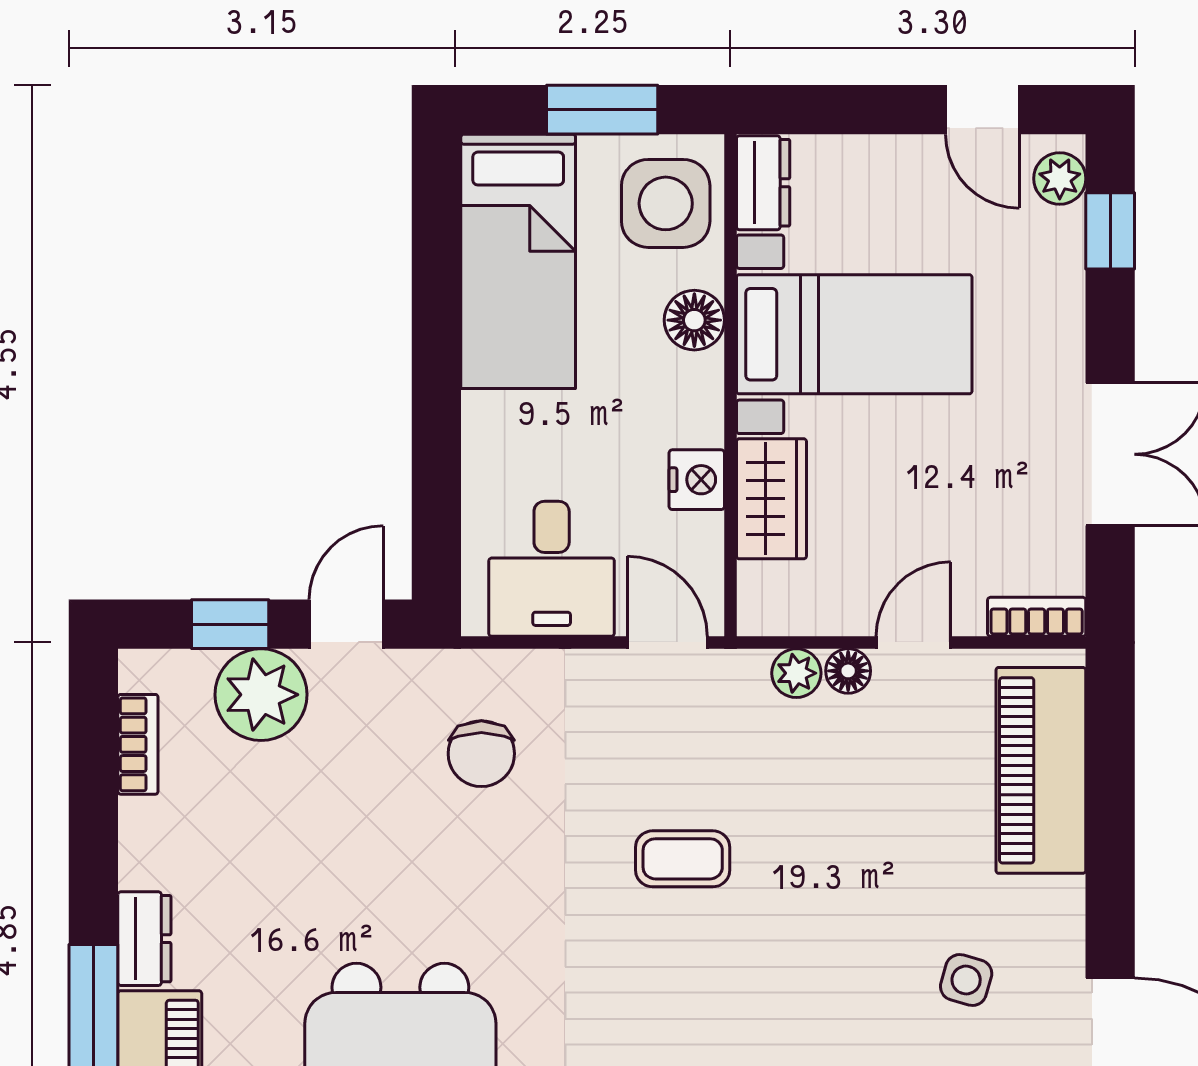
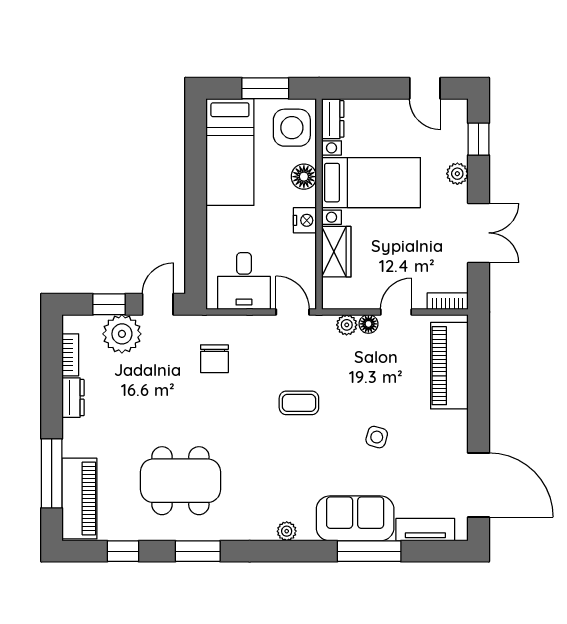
plant: (1060, 179) -> (457, 174), moved
nightstand: (697, 480) -> (305, 220), moved
dresser: (144, 939) -> (73, 398), moved
side table: (966, 980) -> (377, 437), moved

